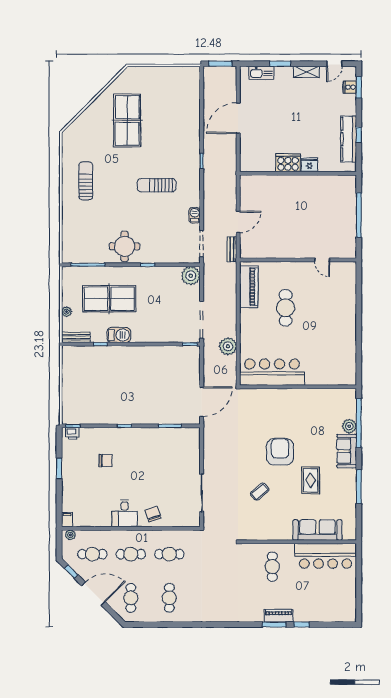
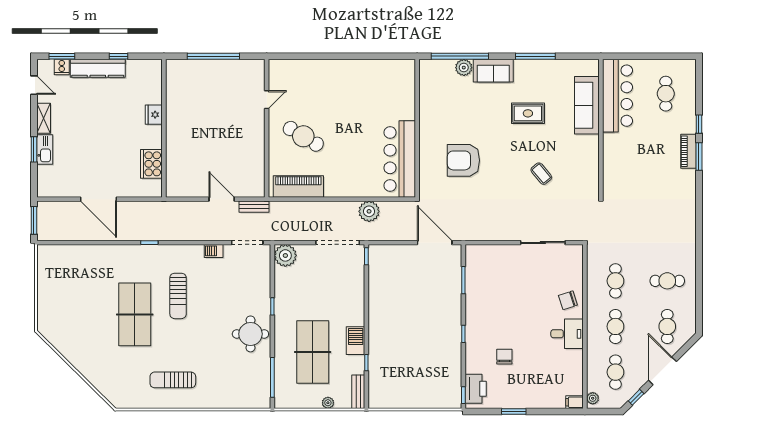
kitchen sink: (261, 73) -> (45, 149), moved
table tennis table: (127, 120) -> (135, 314), moved, turned 90
kitchen counter: (349, 139) -> (98, 68), moved
cooker: (288, 163) -> (151, 164), moved
cafe table: (286, 308) -> (303, 136), moved, turned 31
printer: (73, 433) -> (476, 389), width x1.87, depth x1.48
armchair: (280, 452) -> (463, 160), moved
cafe table: (272, 567) -> (666, 94), moved, turned 90
cafe table: (131, 598) -> (667, 326), turned 90

